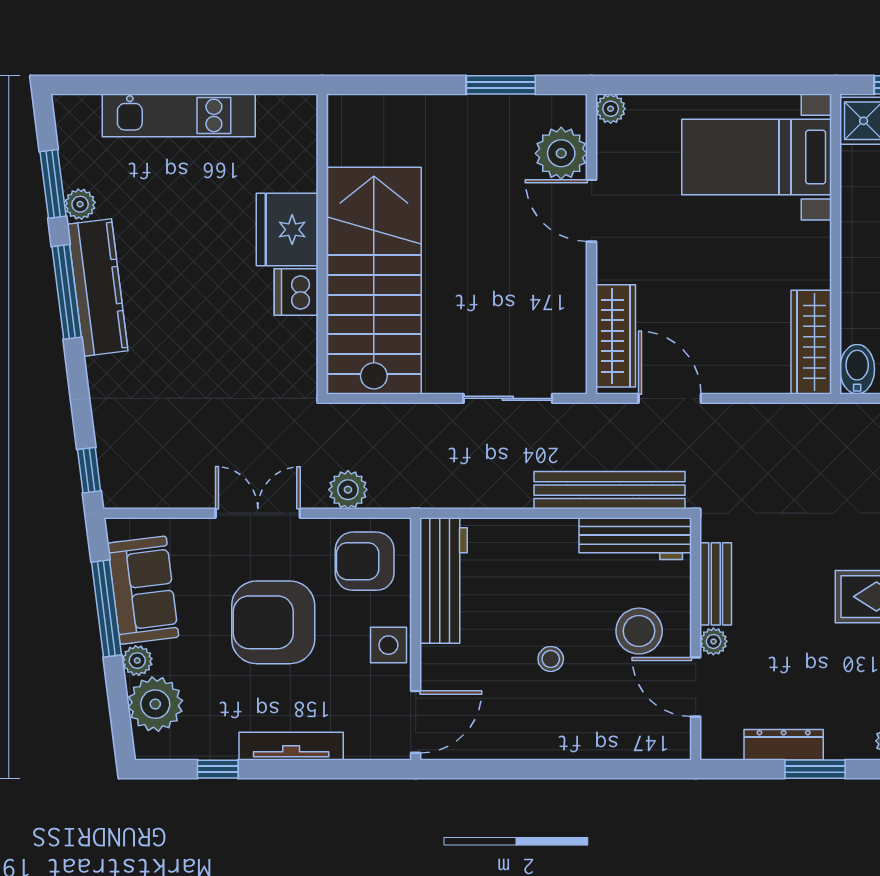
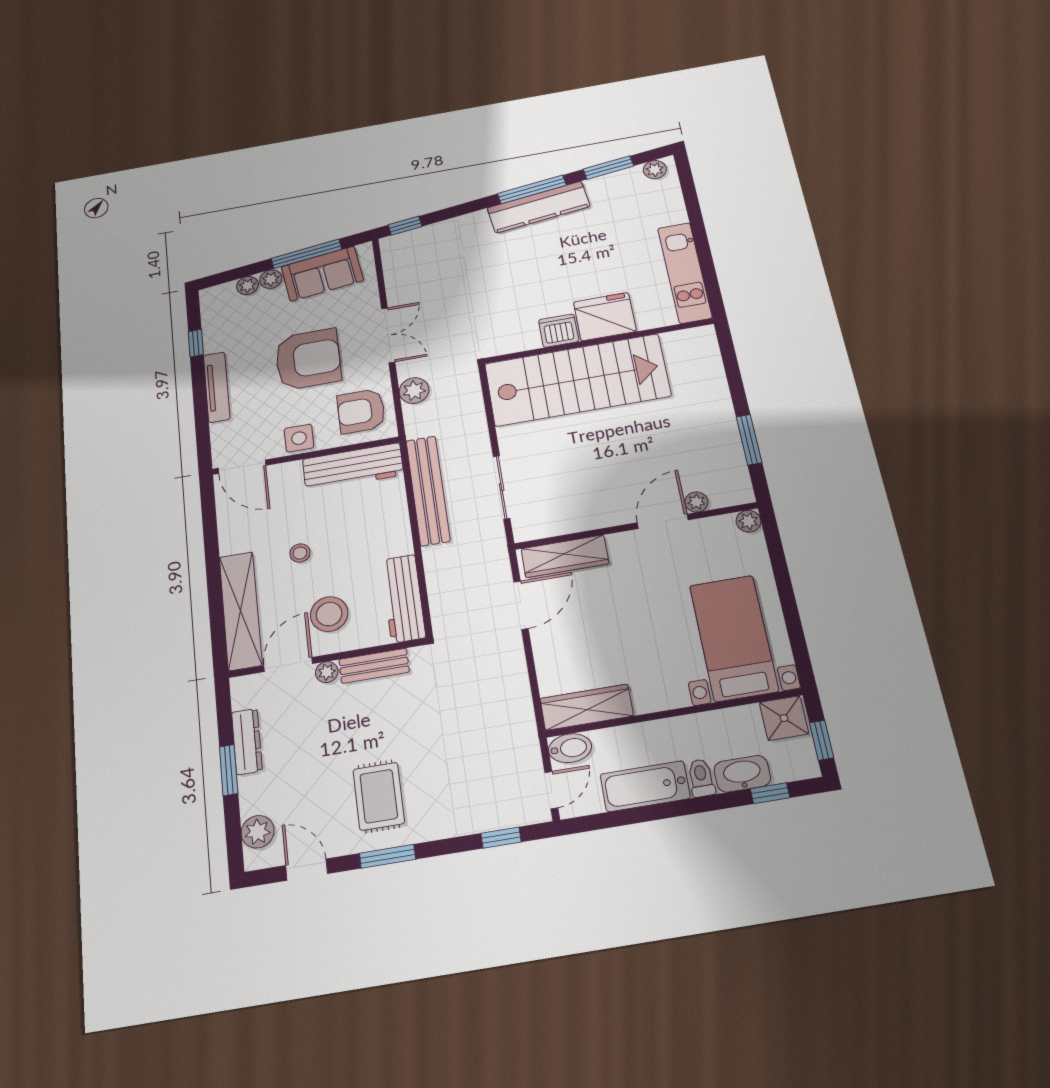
kitchen unit: (179, 115) -> (685, 273), moved
plant: (561, 153) -> (696, 502), width x0.53, depth x0.53
plant: (80, 204) -> (655, 170), moved
bench: (610, 490) -> (428, 490), moved
armchair: (365, 561) -> (361, 411), turned -90
armchair: (273, 622) -> (308, 359), turned 90
plant: (155, 704) -> (247, 286), width x0.53, depth x0.53
shelving: (615, 739) -> (241, 611), added

